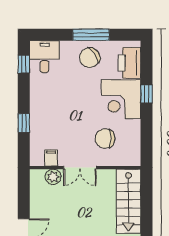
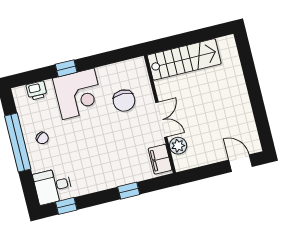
window: (91, 35) -> (18, 142), width x1.46
chair: (90, 58) -> (42, 138), width x0.54, depth x0.54
printer: (129, 63) -> (37, 91), width x0.53, depth x0.68
filing cabinet: (51, 158) -> (160, 159), width x2.00

